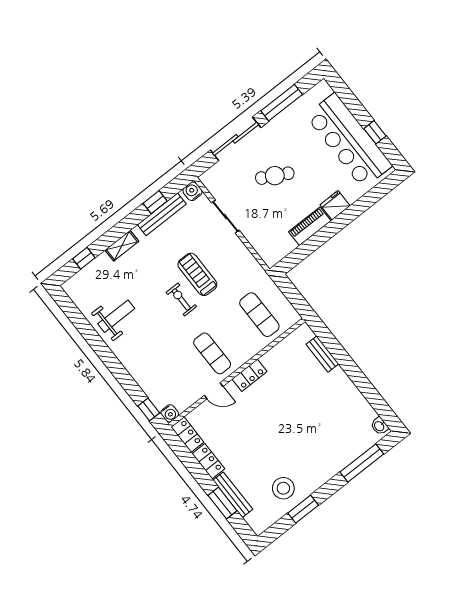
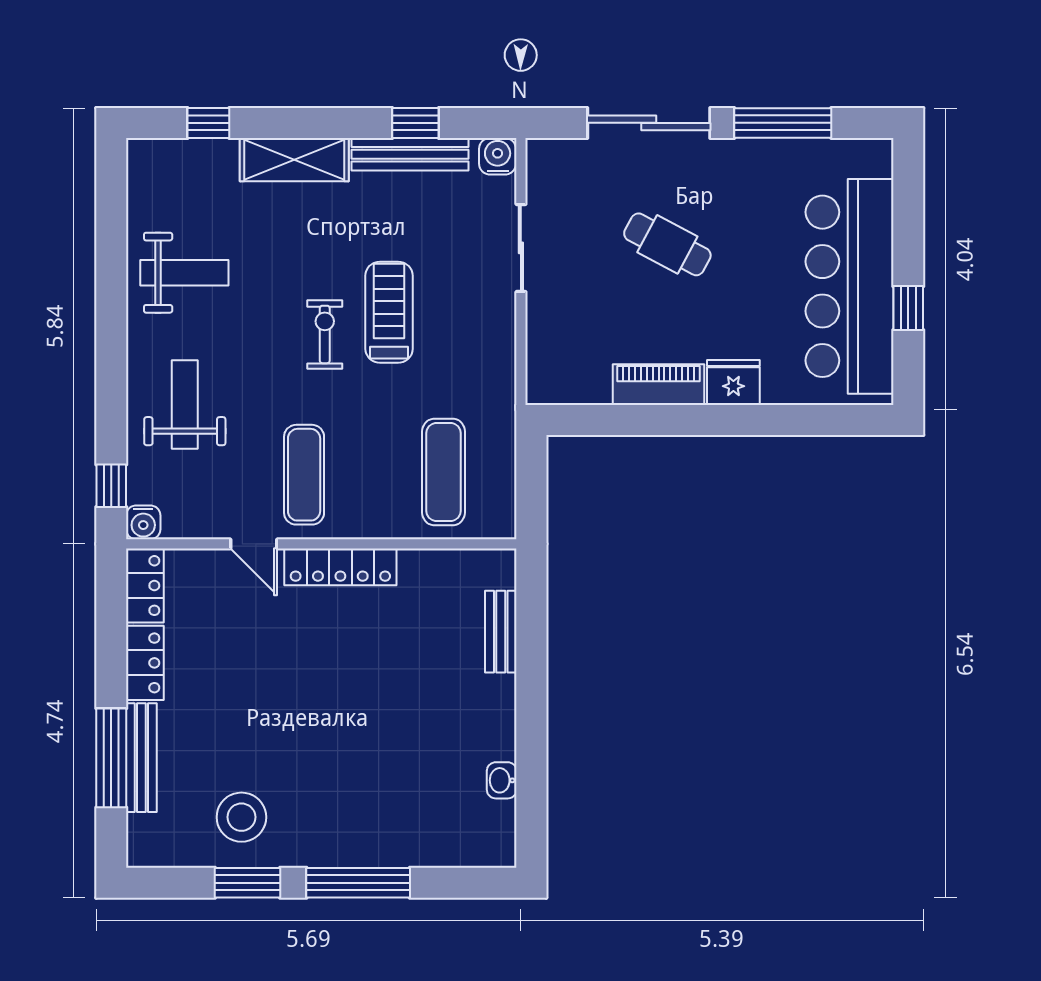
shelving: (122, 246) -> (294, 160), width x1.50, depth x1.33
weight bench: (152, 362) -> (185, 405), added
locker: (250, 375) -> (340, 567), width x1.53
washbasin: (379, 426) -> (502, 780), moved
window: (362, 463) -> (358, 883), moved
window: (222, 503) -> (111, 758), width x1.44

